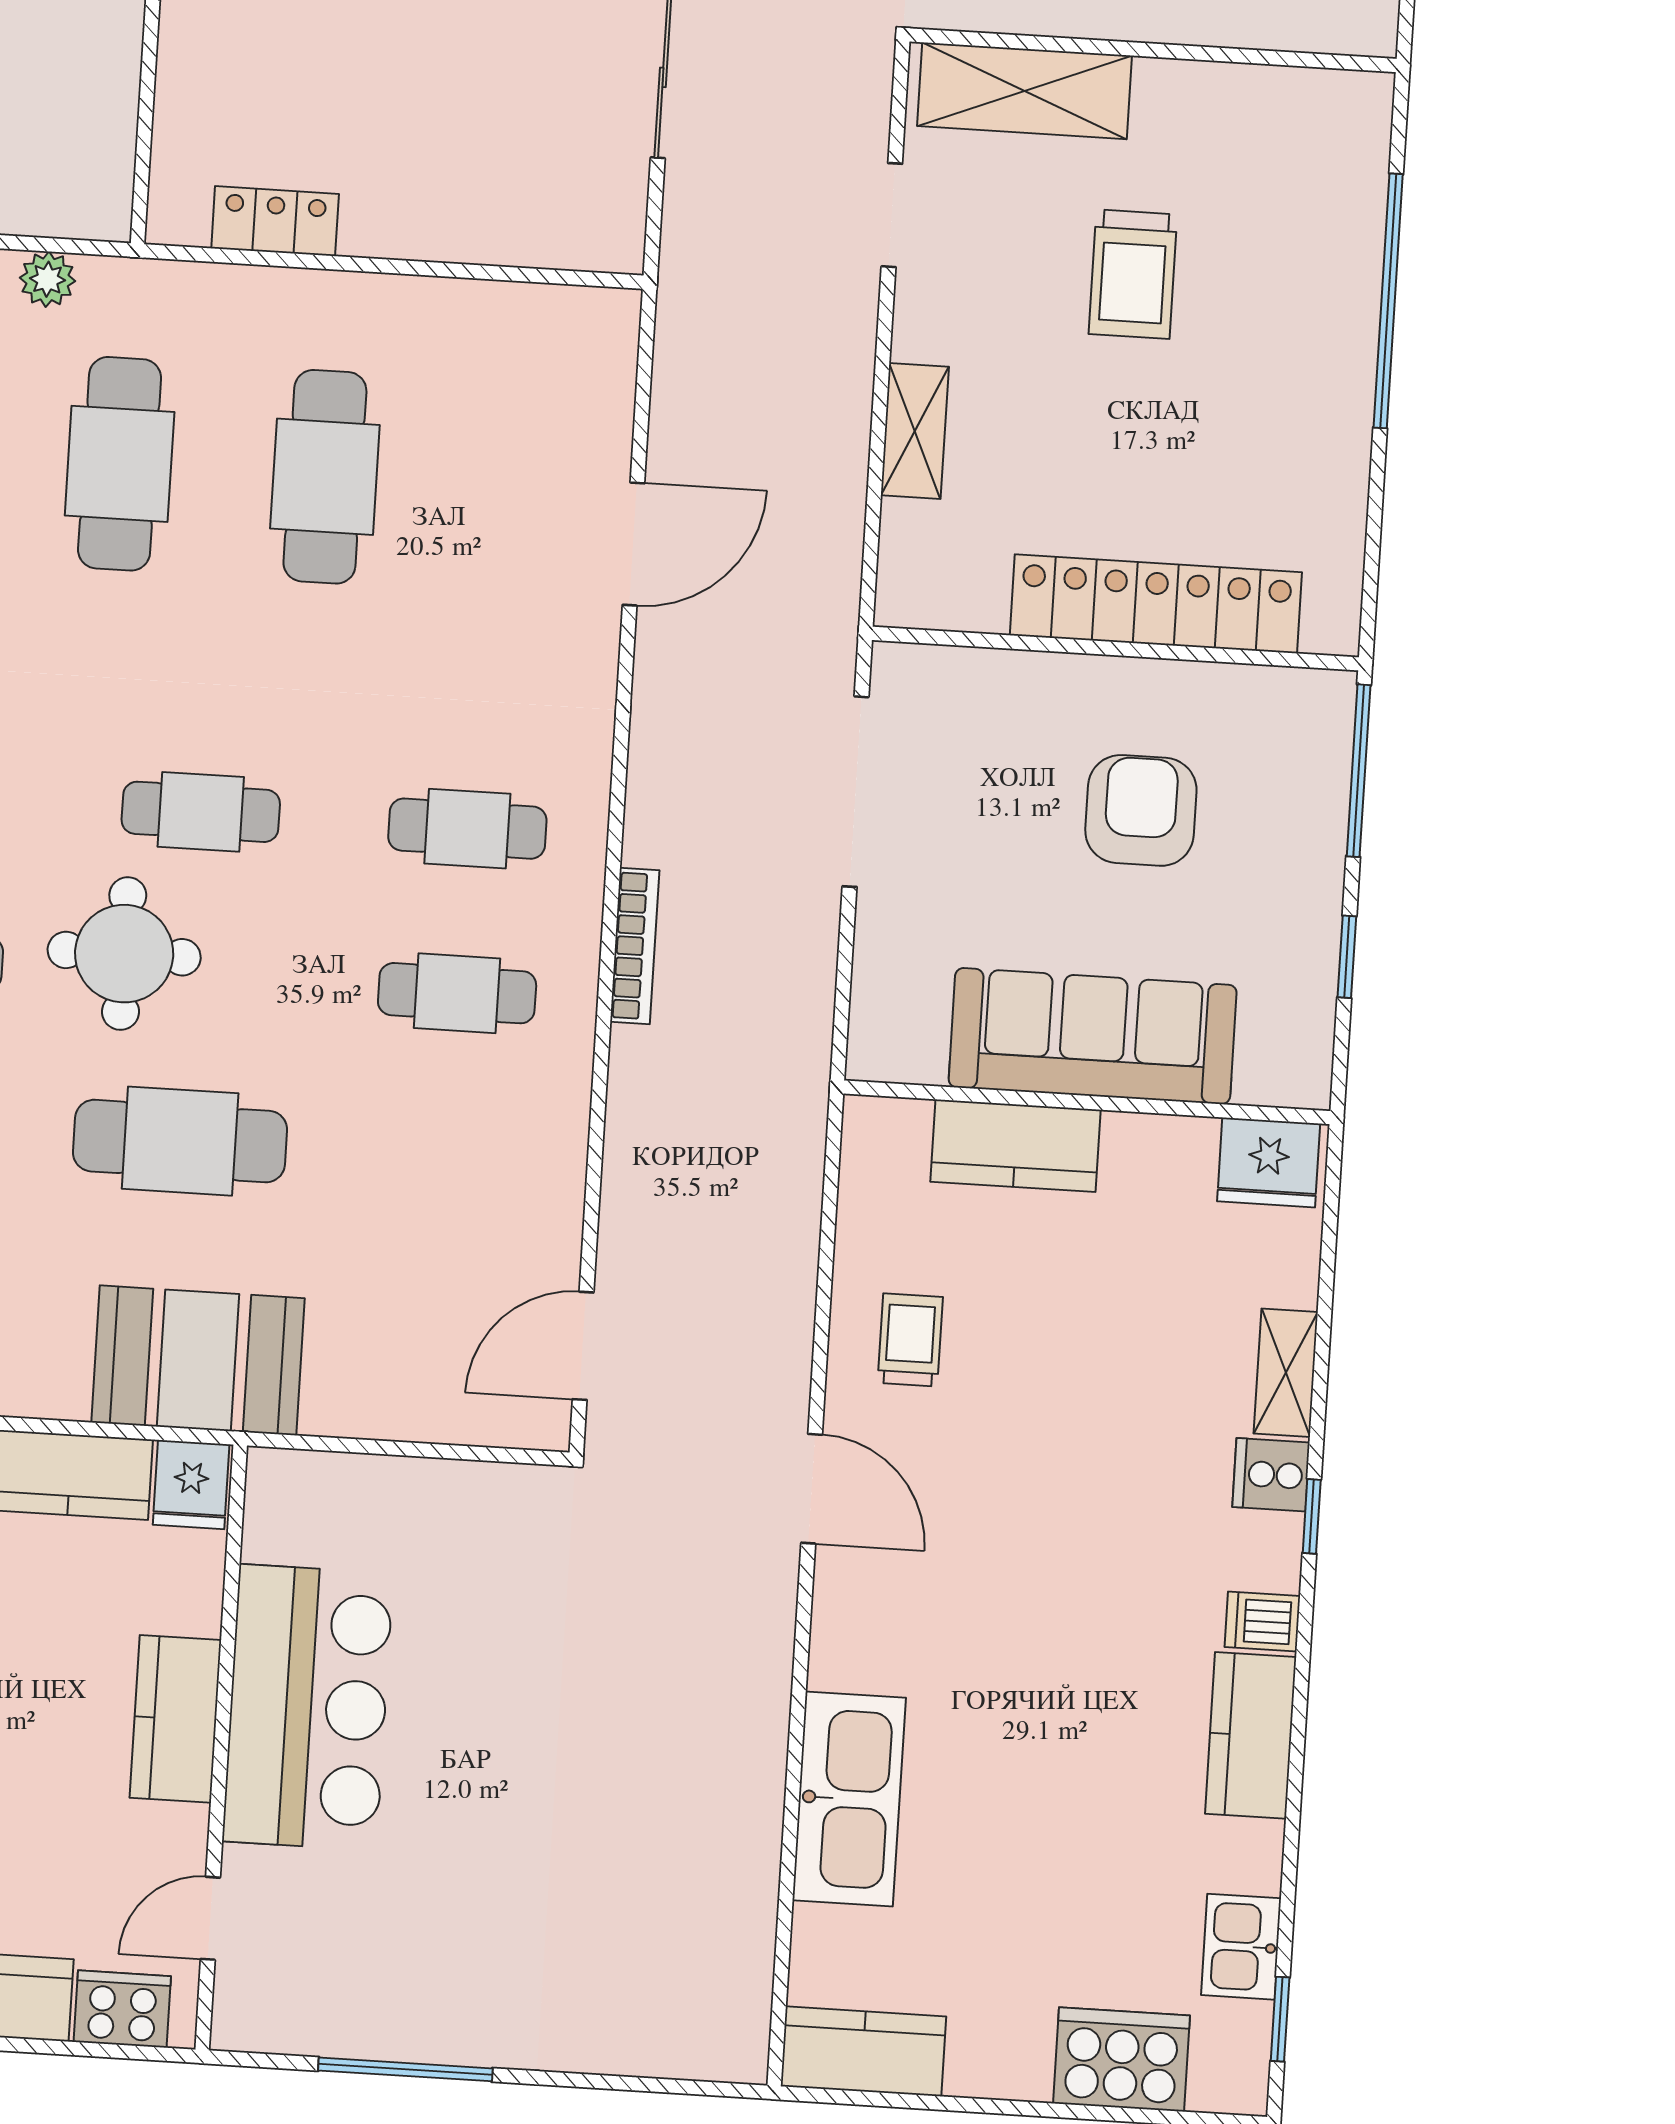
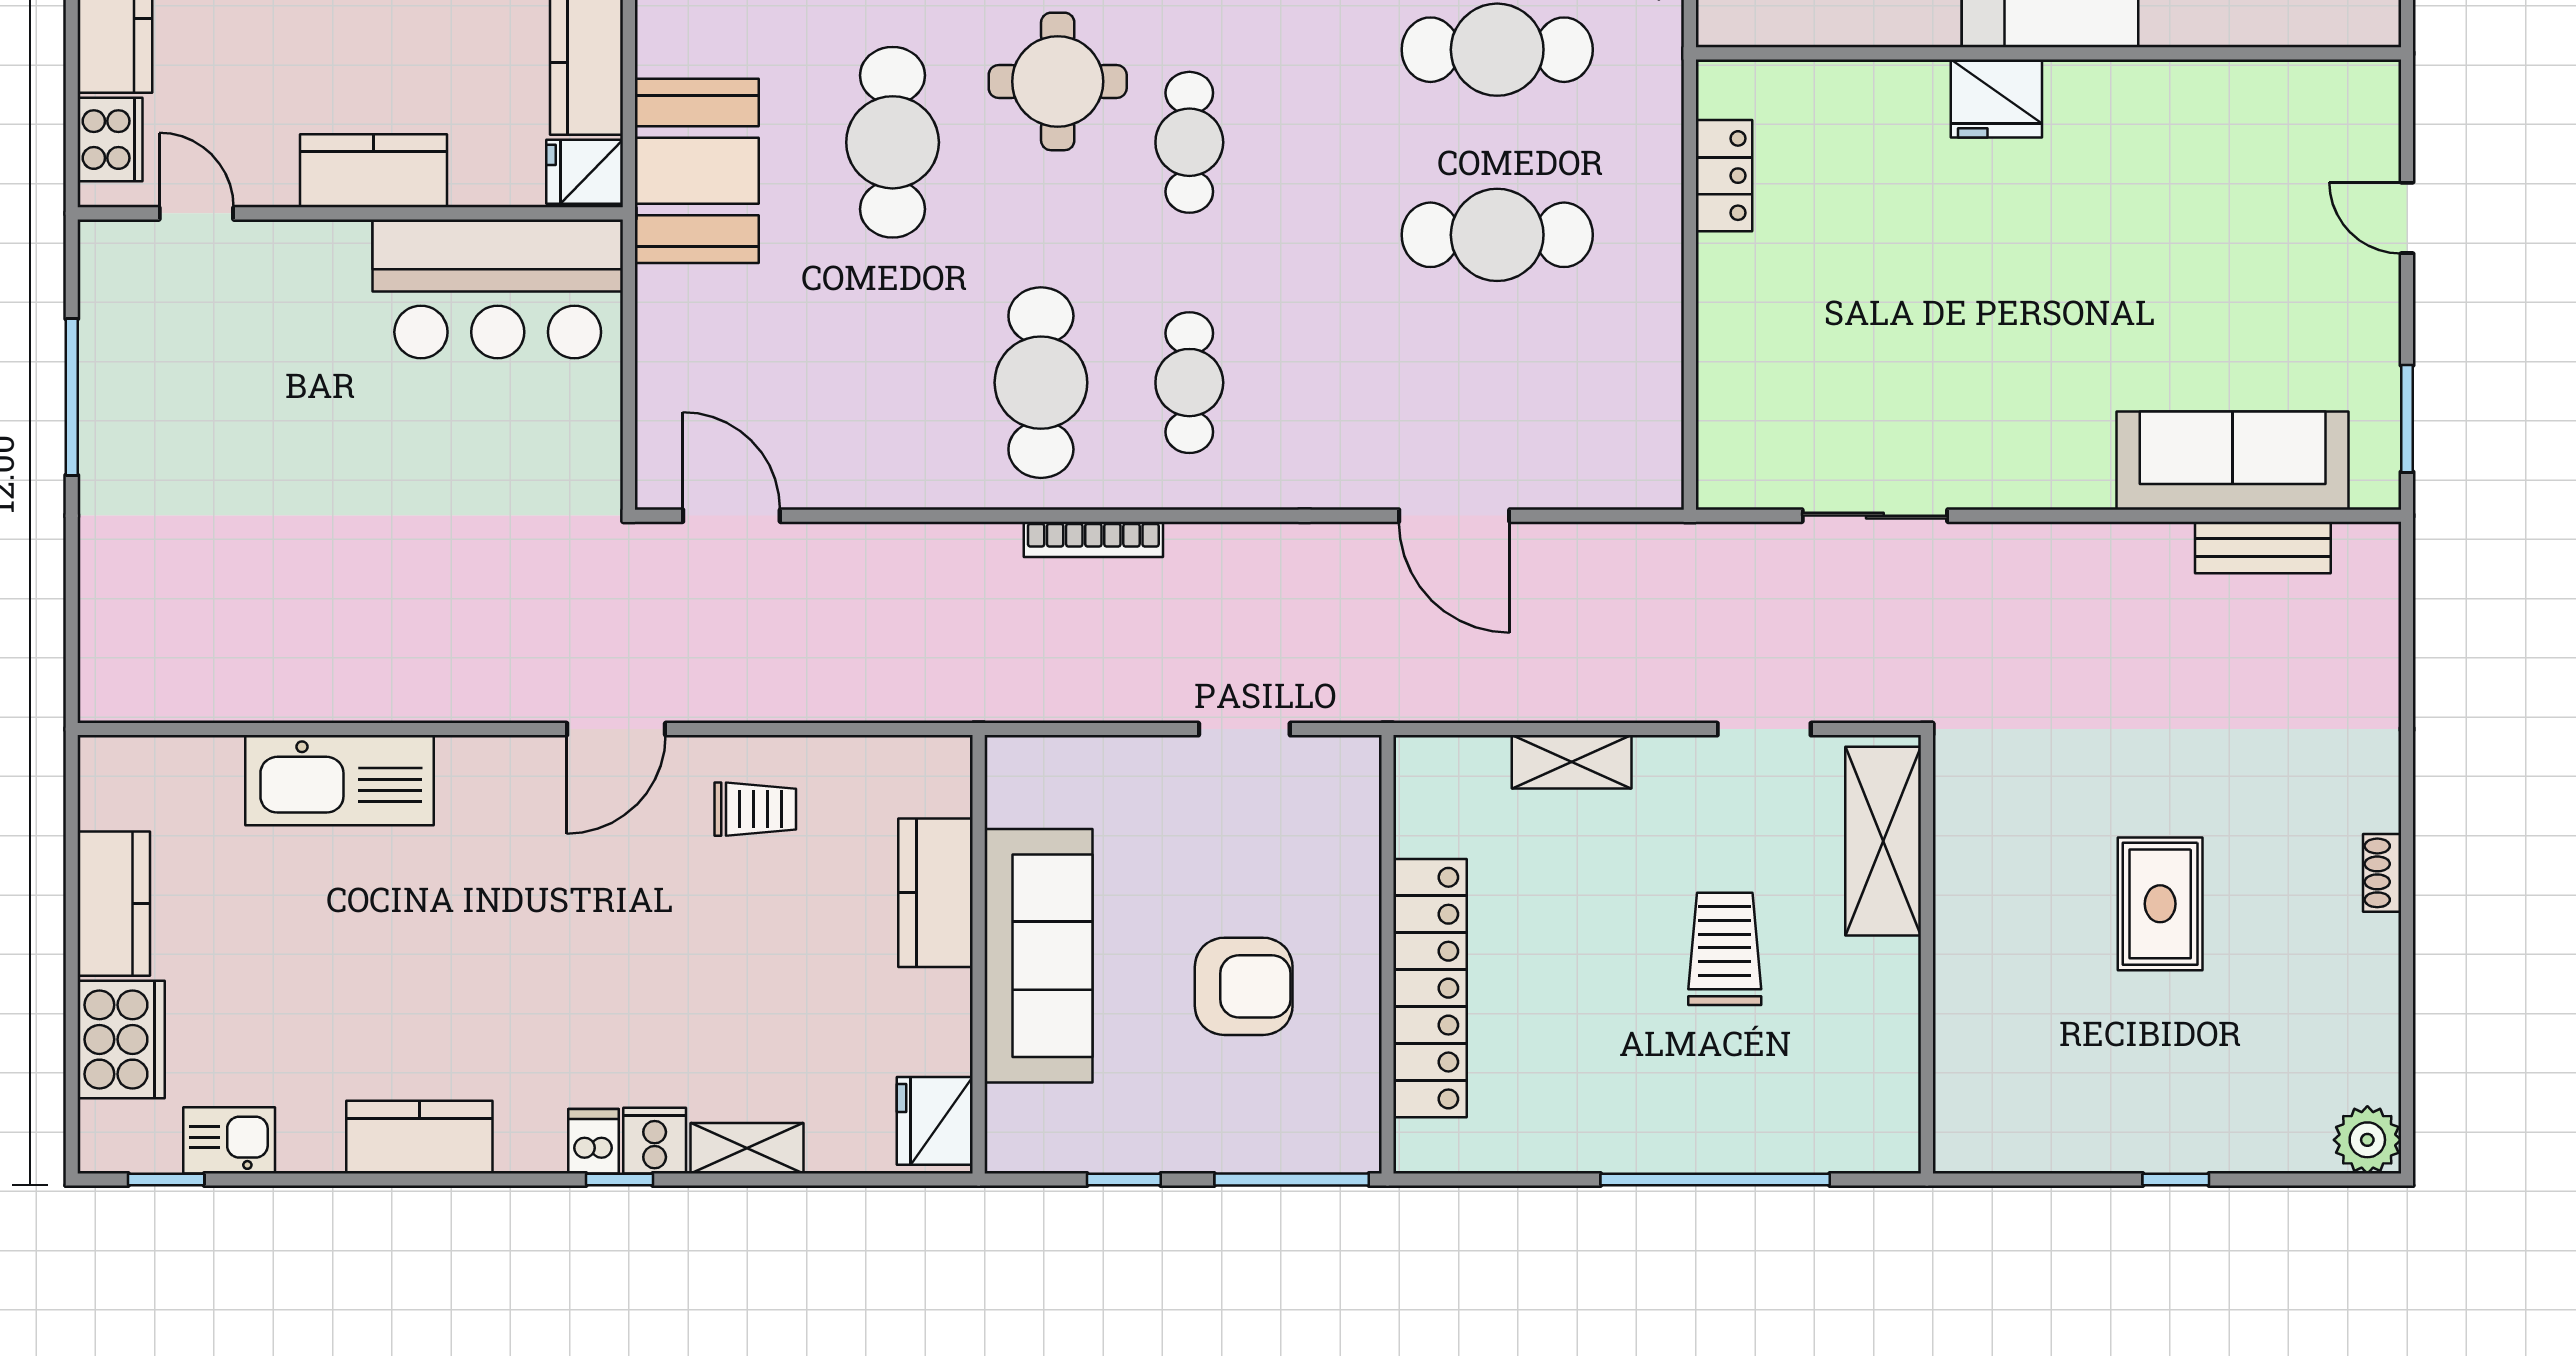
trolley: (1133, 274) -> (1725, 949), turned 90
doorway: (856, 792) -> (1244, 729), width x0.53
cafe table: (457, 993) -> (1041, 383), width x1.37, depth x1.35
dishwasher: (1262, 1622) -> (594, 1141), moved
bar counter: (308, 1707) -> (498, 289), moved
kitchen counter: (863, 2051) -> (114, 904), moved

